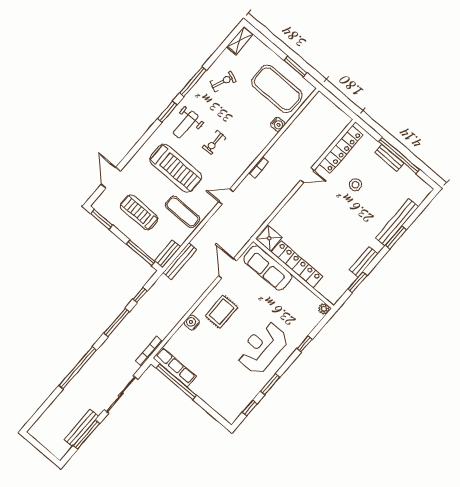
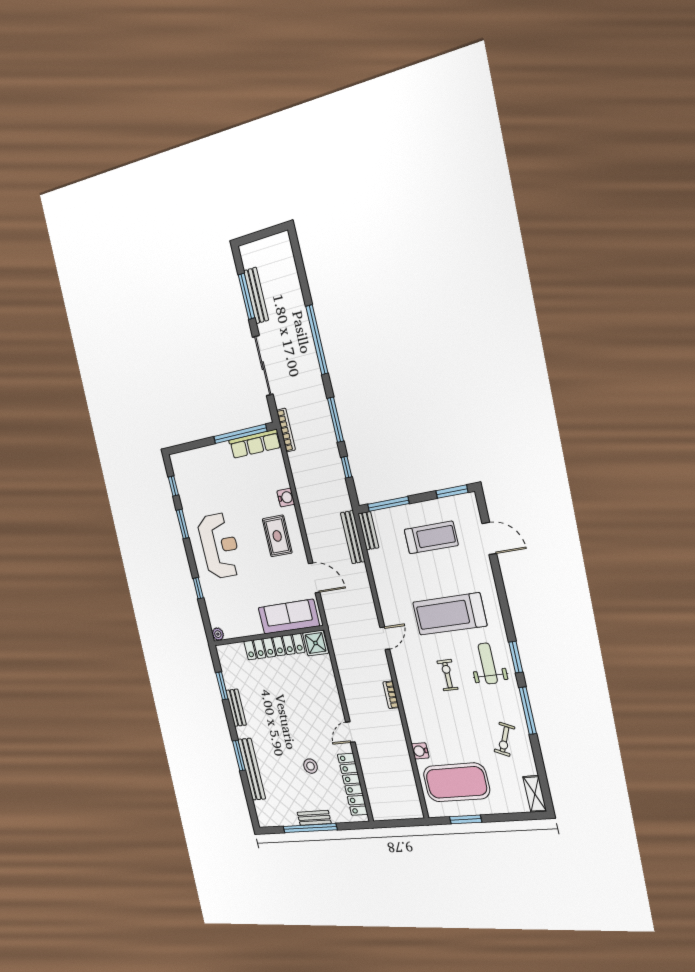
exercise mat: (183, 212) -> (400, 582), removed

